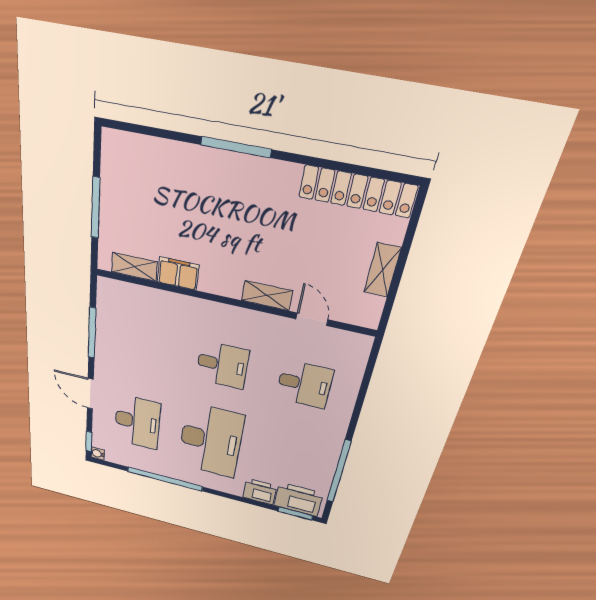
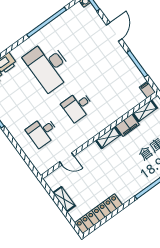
filing cabinet: (106, 290) -> (147, 90), added
shelving: (267, 296) -> (108, 138), moved
door: (90, 394) -> (114, 32), hinge flipped
desk: (137, 422) -> (84, 40), removed

